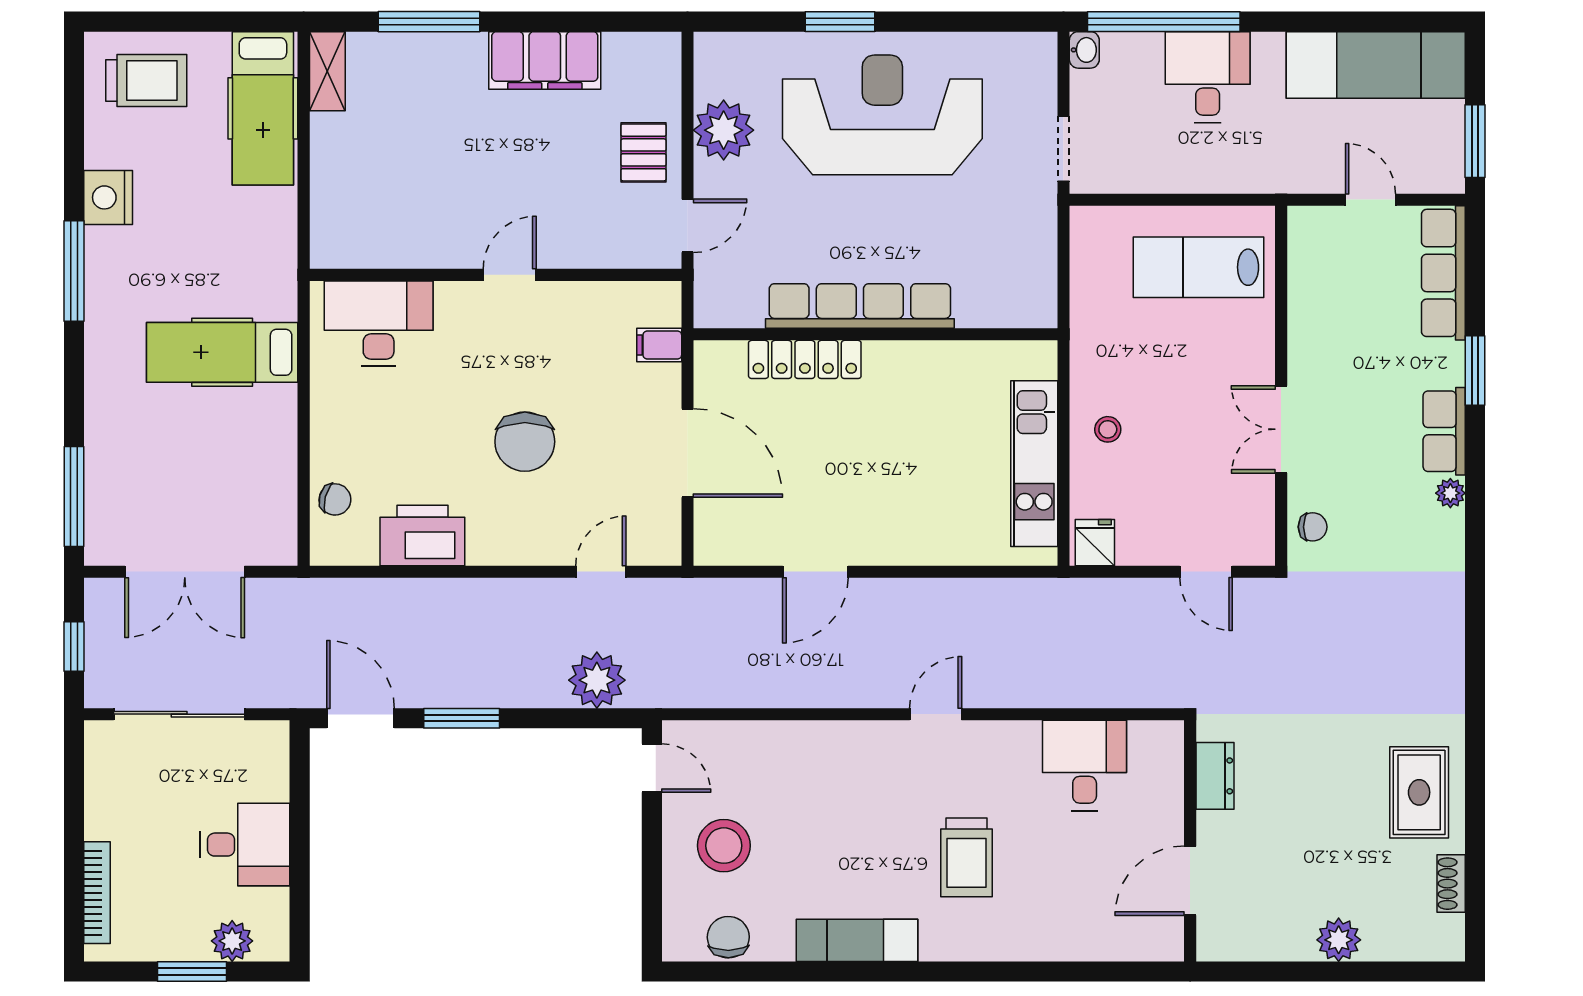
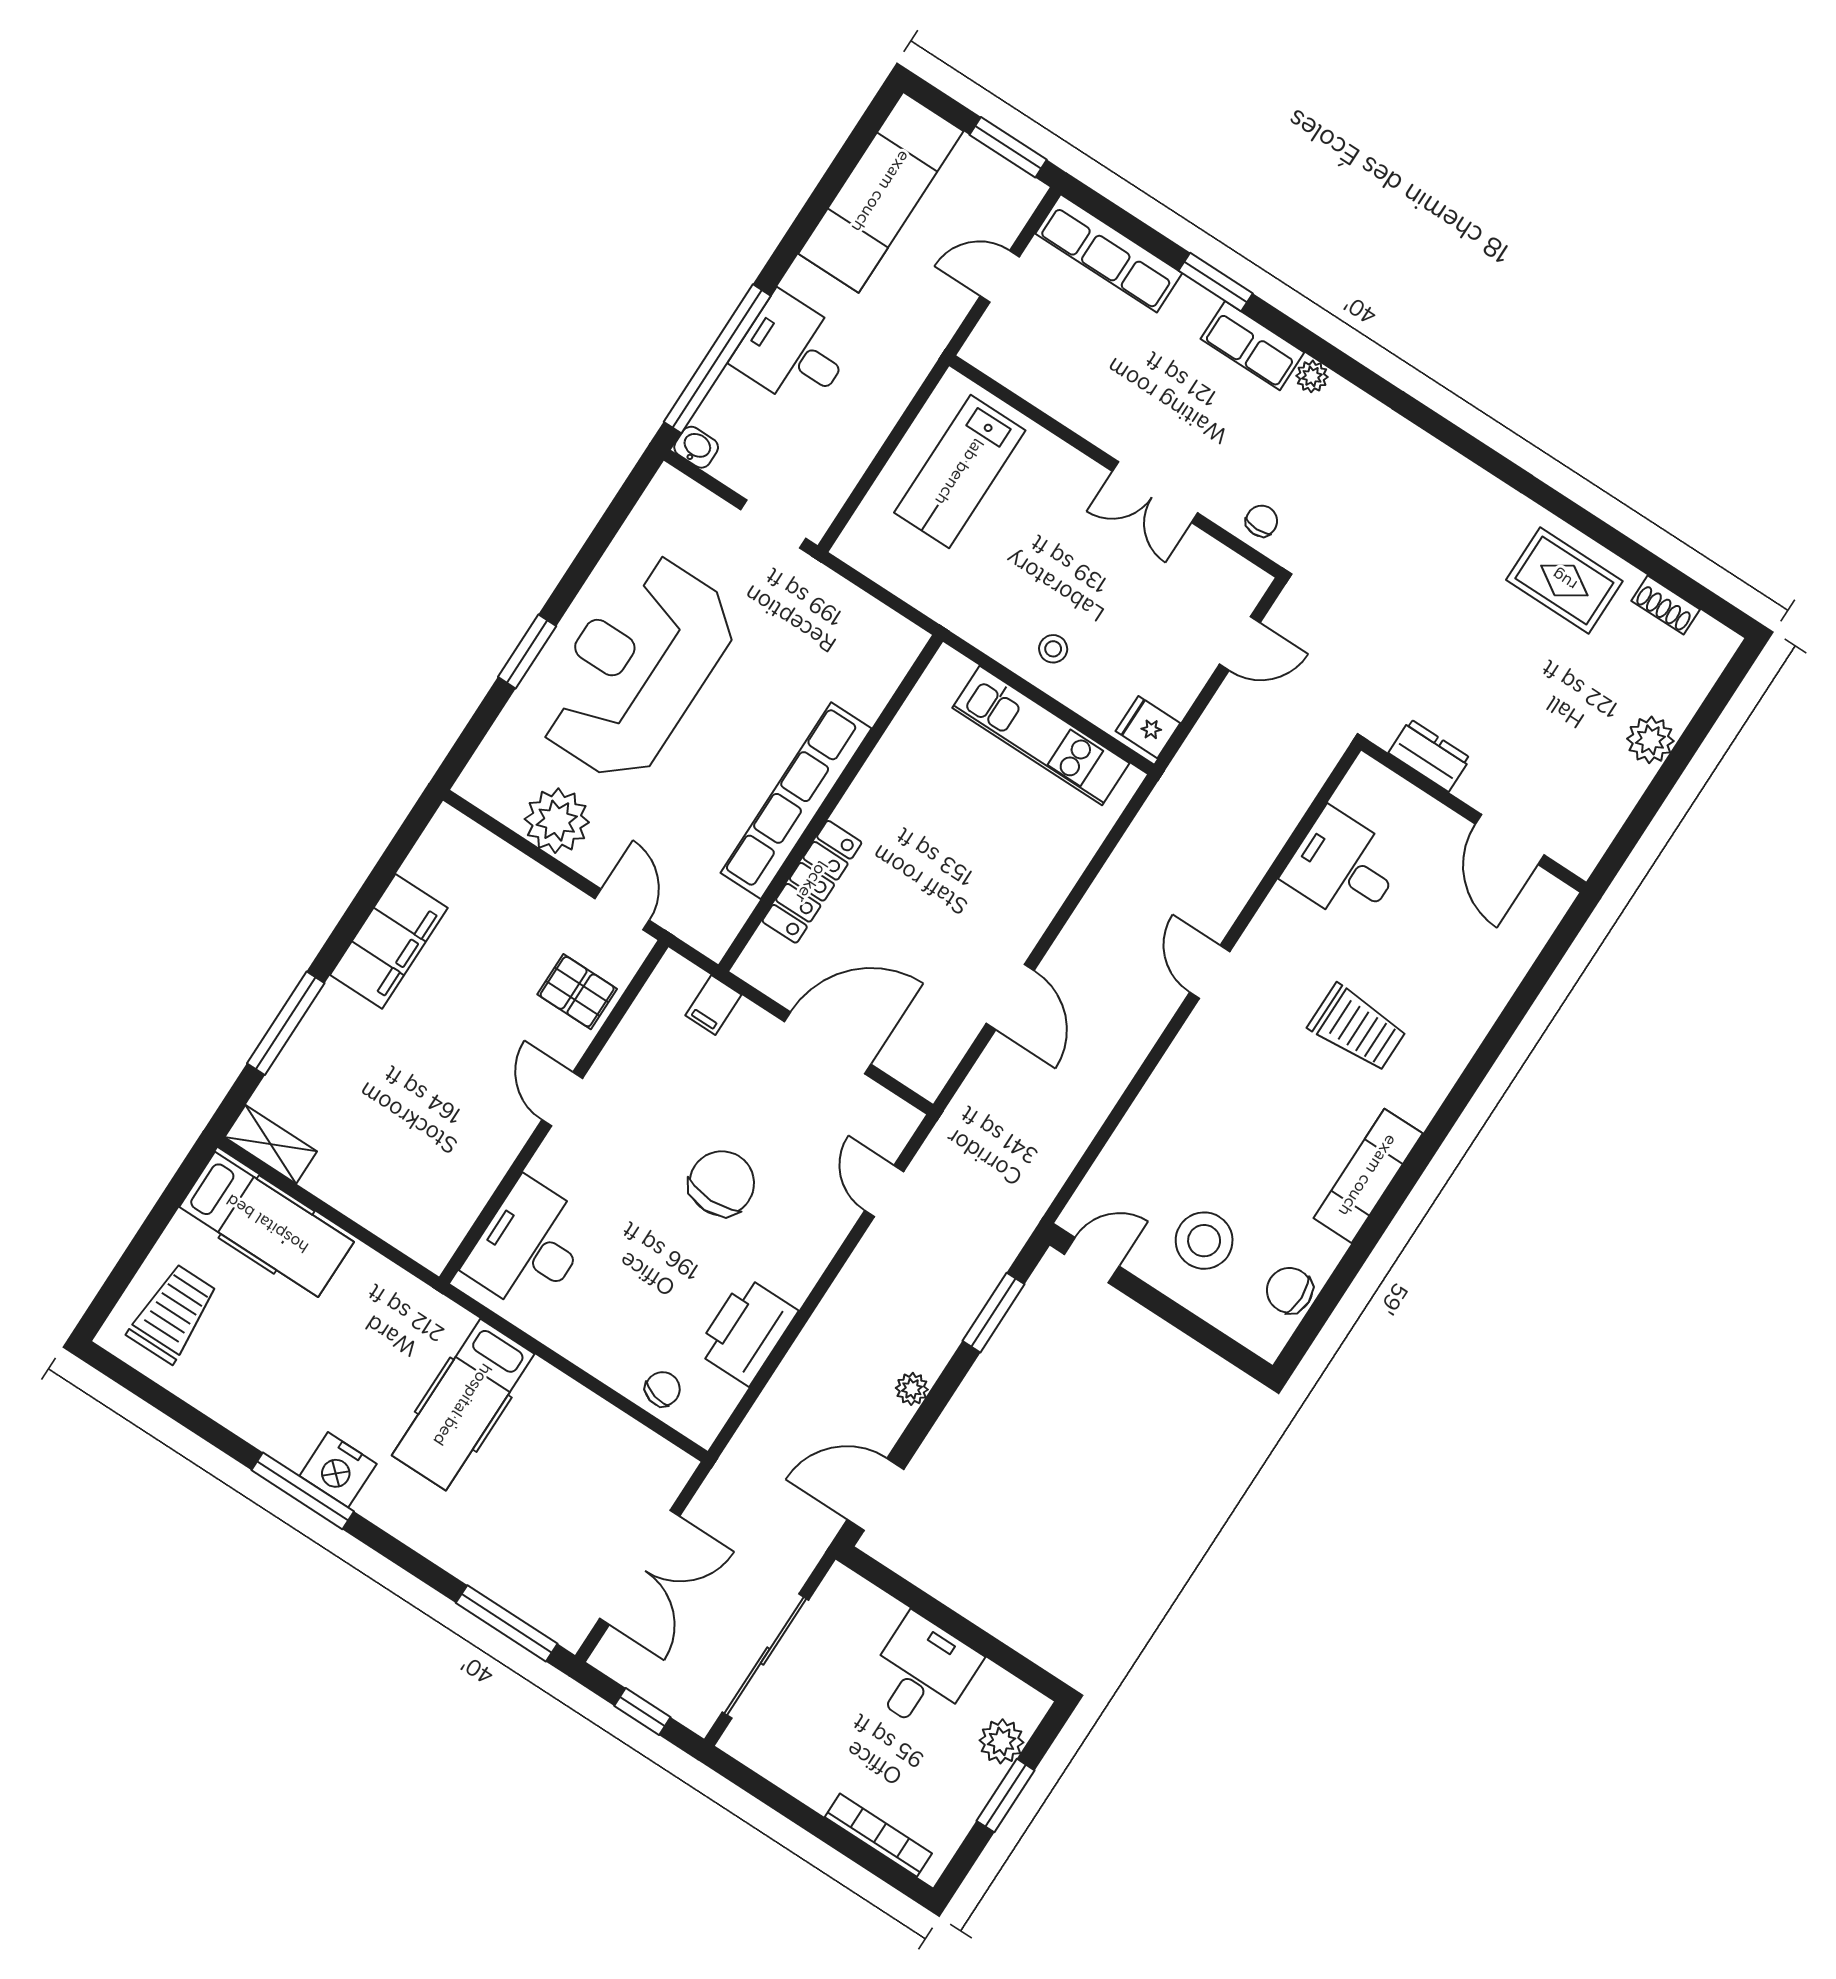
pallet: (643, 152) -> (577, 992), moved
nightstand: (108, 197) -> (338, 1470), moved
chair: (525, 442) -> (722, 1183), turned -90
plant: (597, 680) -> (912, 1389), moved, width x0.53, depth x0.53
window: (462, 718) -> (994, 1313), moved

